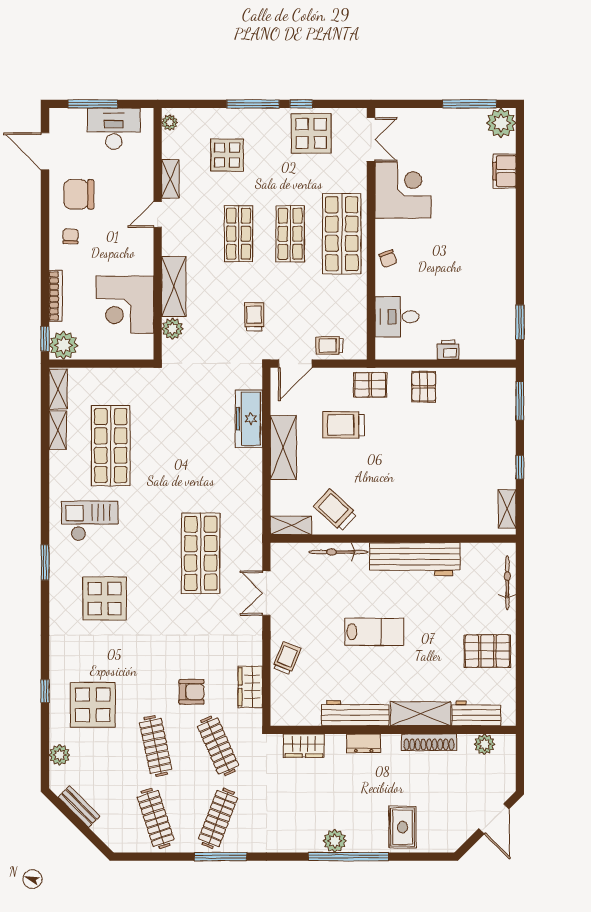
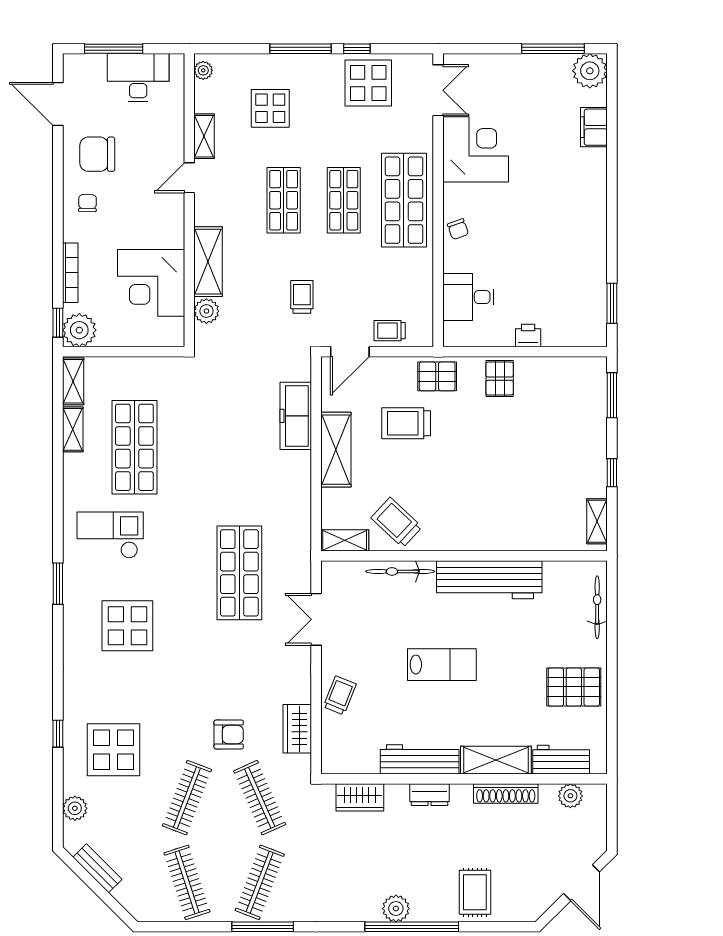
clothes rail: (156, 746) -> (187, 798), turned 33

